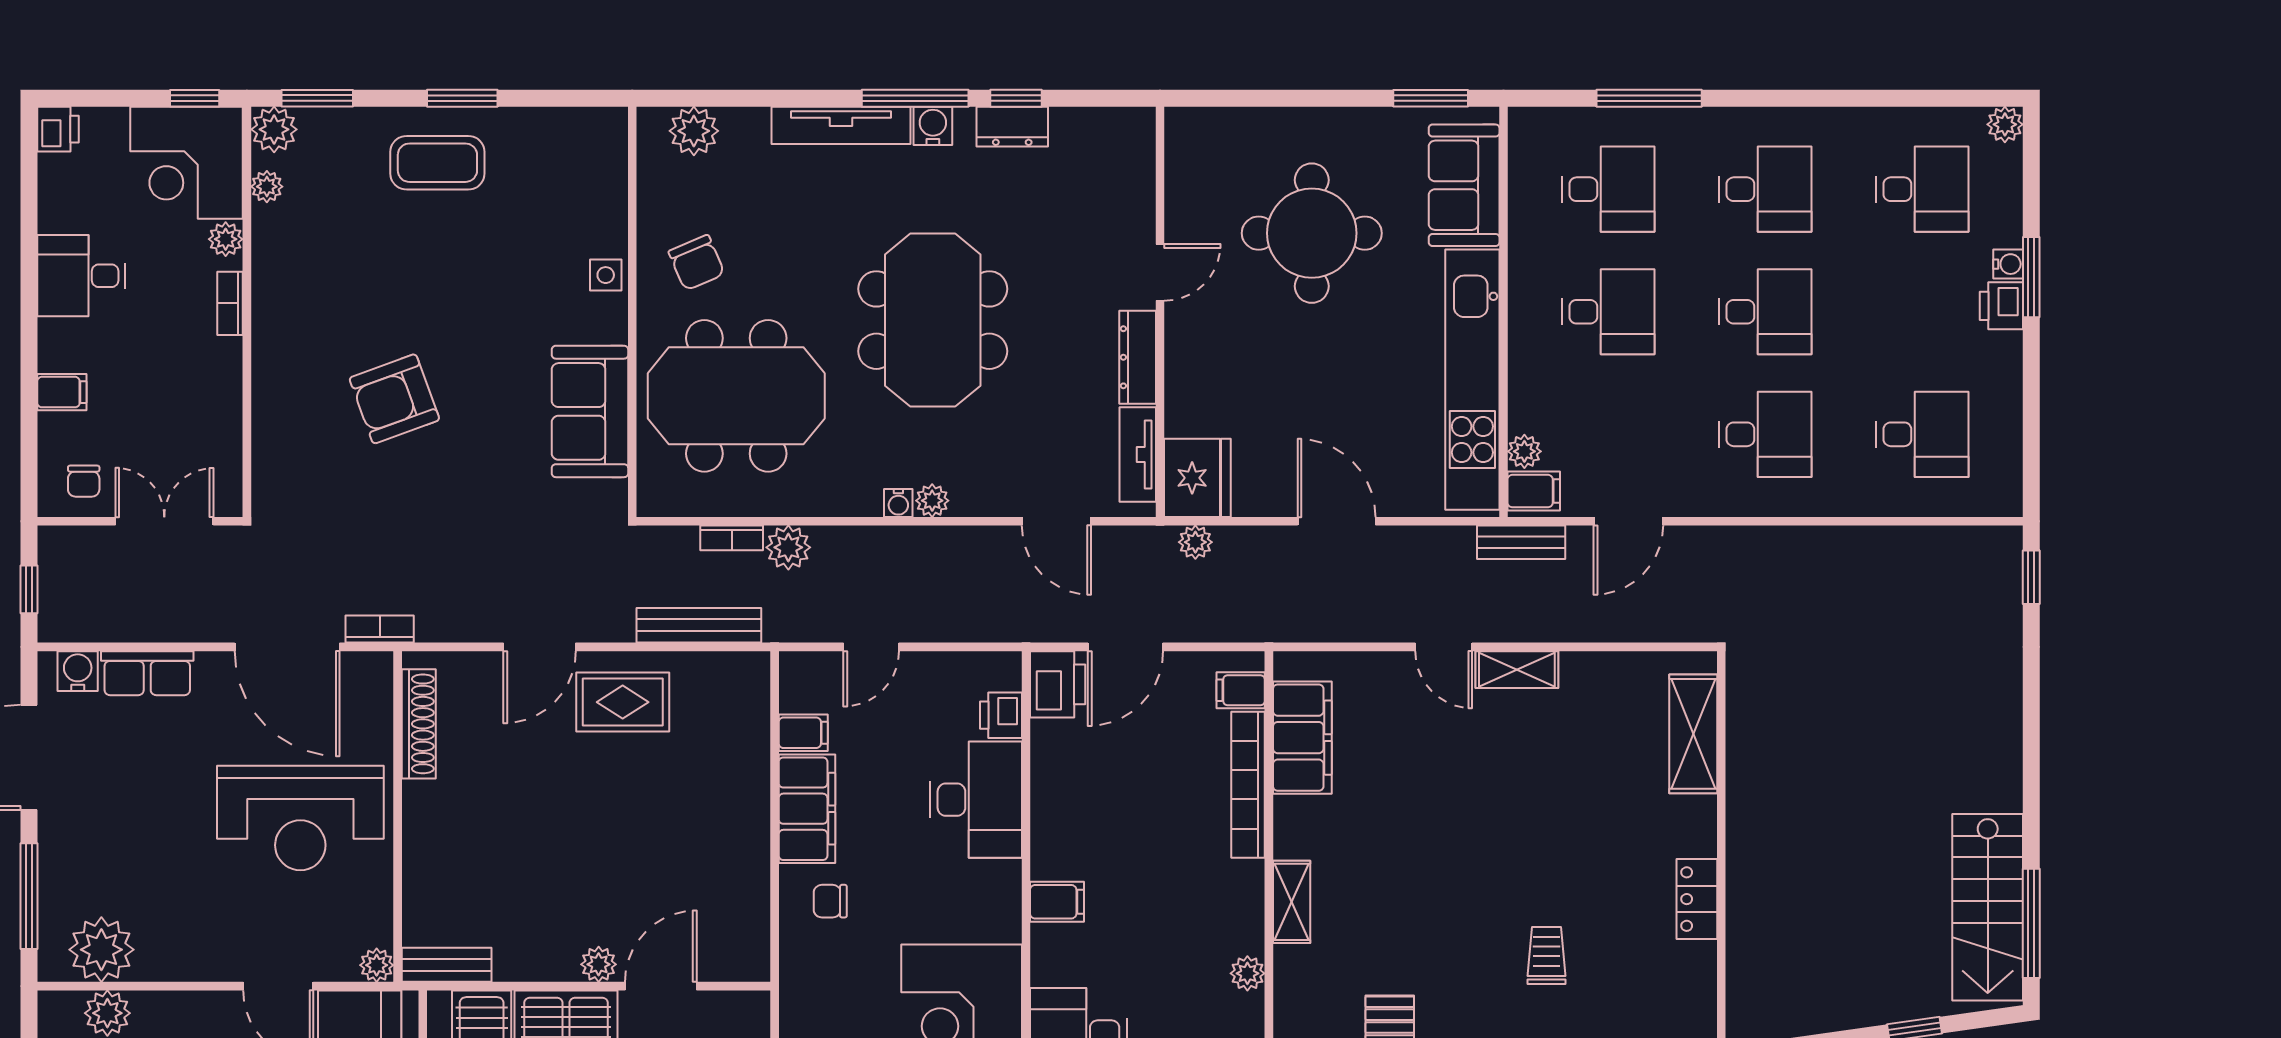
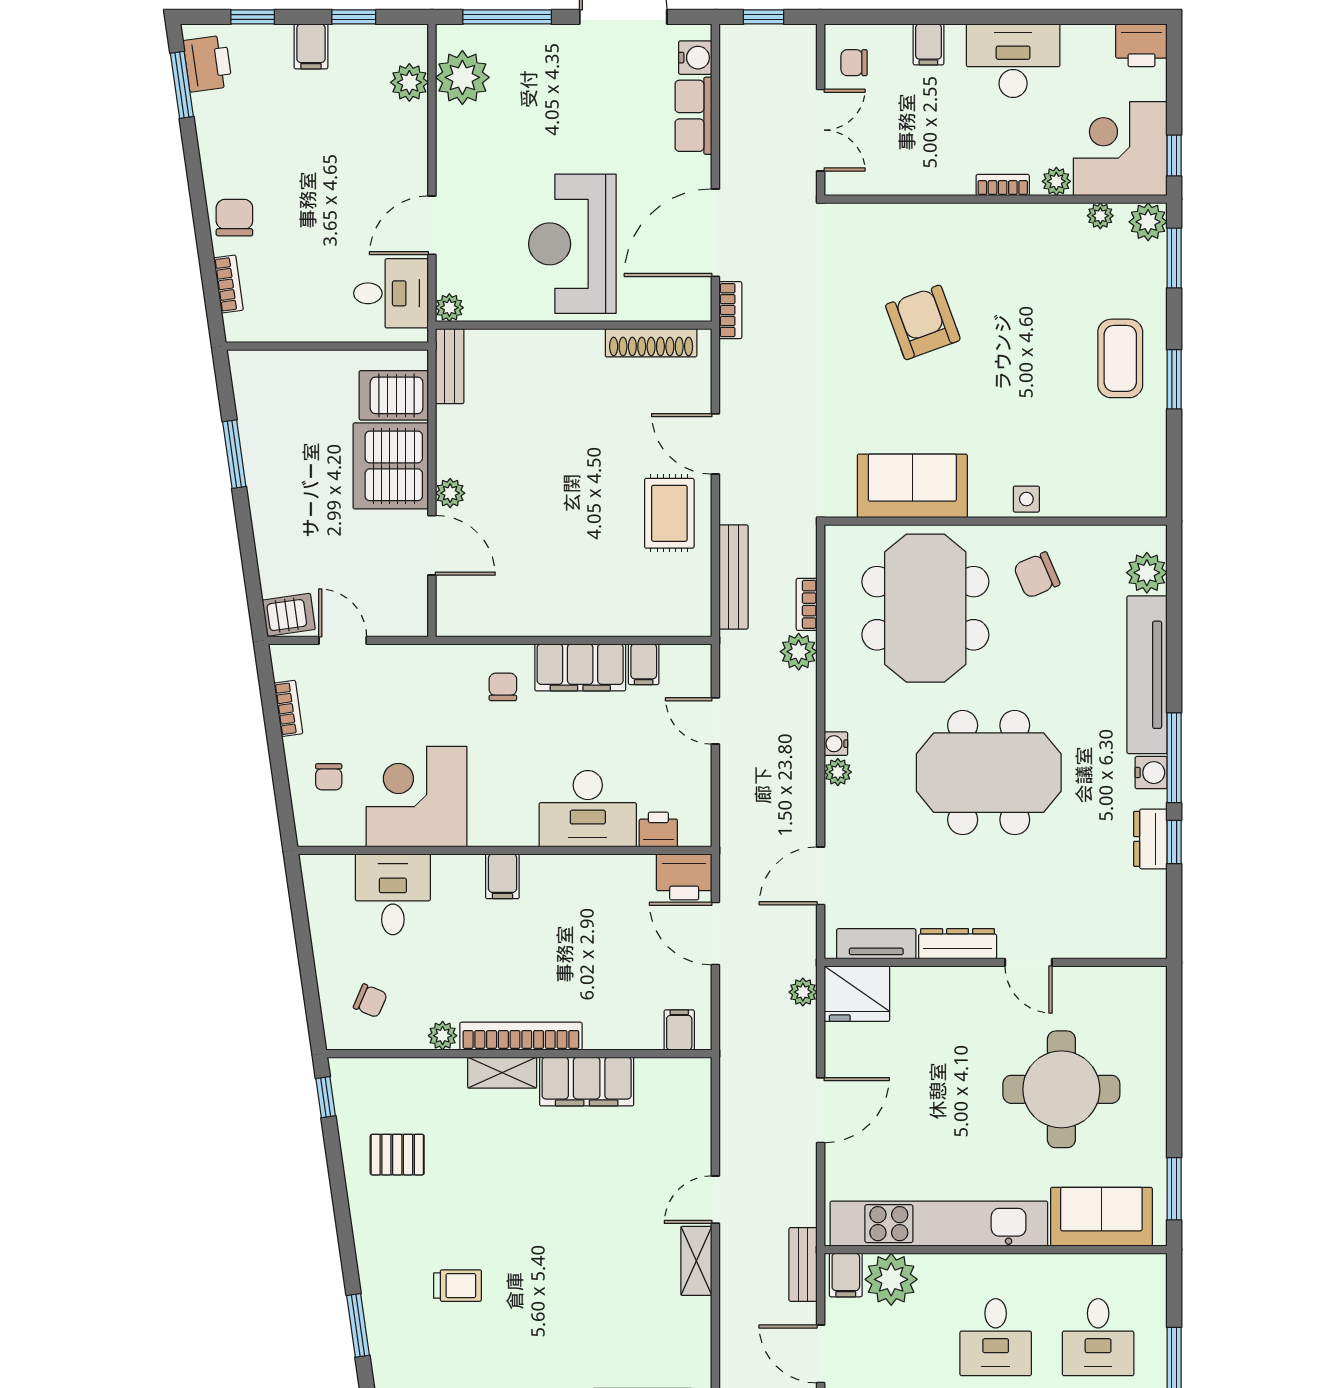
tv unit: (841, 125) -> (1147, 675), width x1.36, depth x1.29
printer: (58, 129) -> (1141, 45), width x1.36, depth x1.24
desk: (81, 276) -> (1013, 61), width x1.37
plant: (1524, 451) -> (891, 1279), width x1.88, depth x1.88
filing cabinet: (1302, 738) -> (587, 1081), moved
bookcase: (1248, 785) -> (521, 1036), moved

